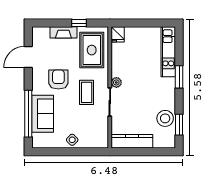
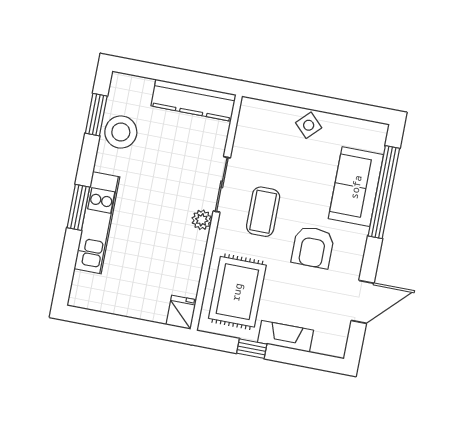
kitchen unit: (168, 52) -> (97, 223), moved

